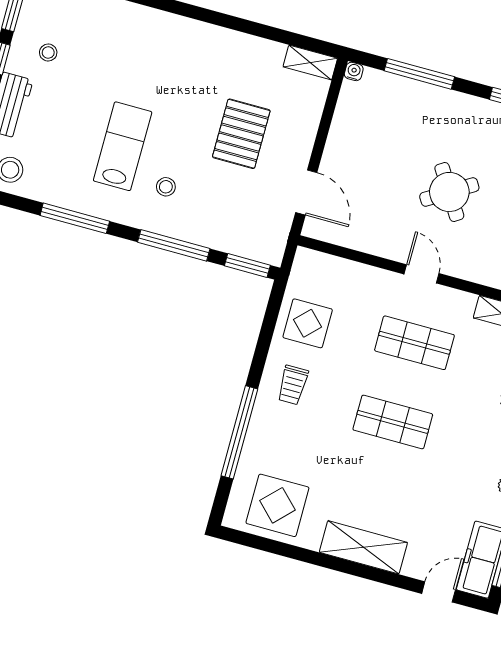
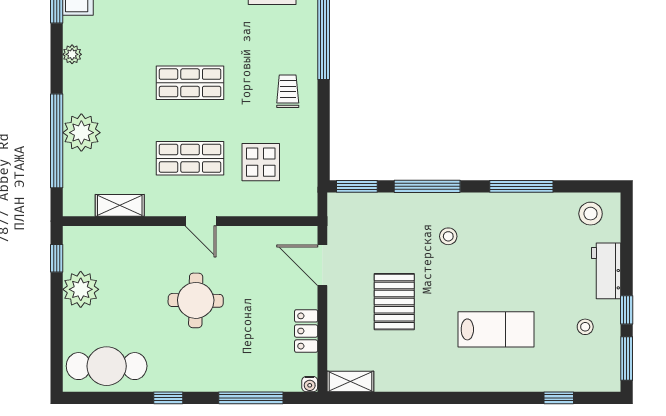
locker: (342, 128) -> (306, 331), added
lab bench: (123, 146) -> (496, 329), moved, turned -90
round table: (449, 192) -> (196, 300), turned 33
display table: (308, 323) -> (261, 162), moved

